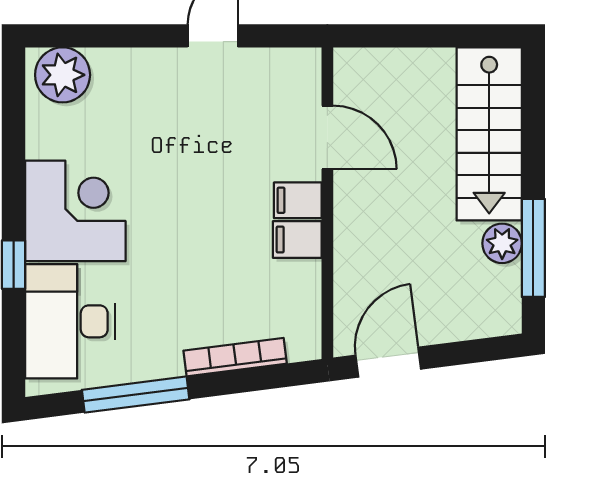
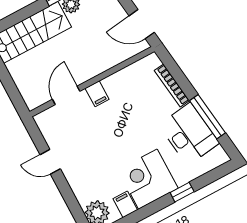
filing cabinet: (297, 240) -> (125, 204), moved, turned 180
desk: (70, 321) -> (189, 134), moved, turned -97

